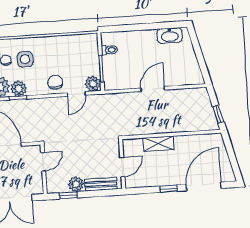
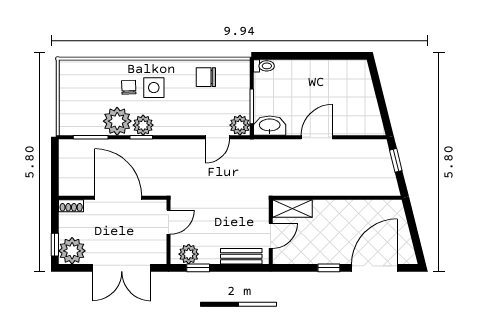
washbasin: (170, 36) -> (270, 126), moved, turned 180
toilet: (109, 50) -> (264, 66), moved
chair: (55, 82) -> (206, 77), moved, turned -90
window: (218, 114) -> (396, 160), moved
shelving: (158, 144) -> (292, 209), moved
plant: (76, 184) -> (189, 254), moved

